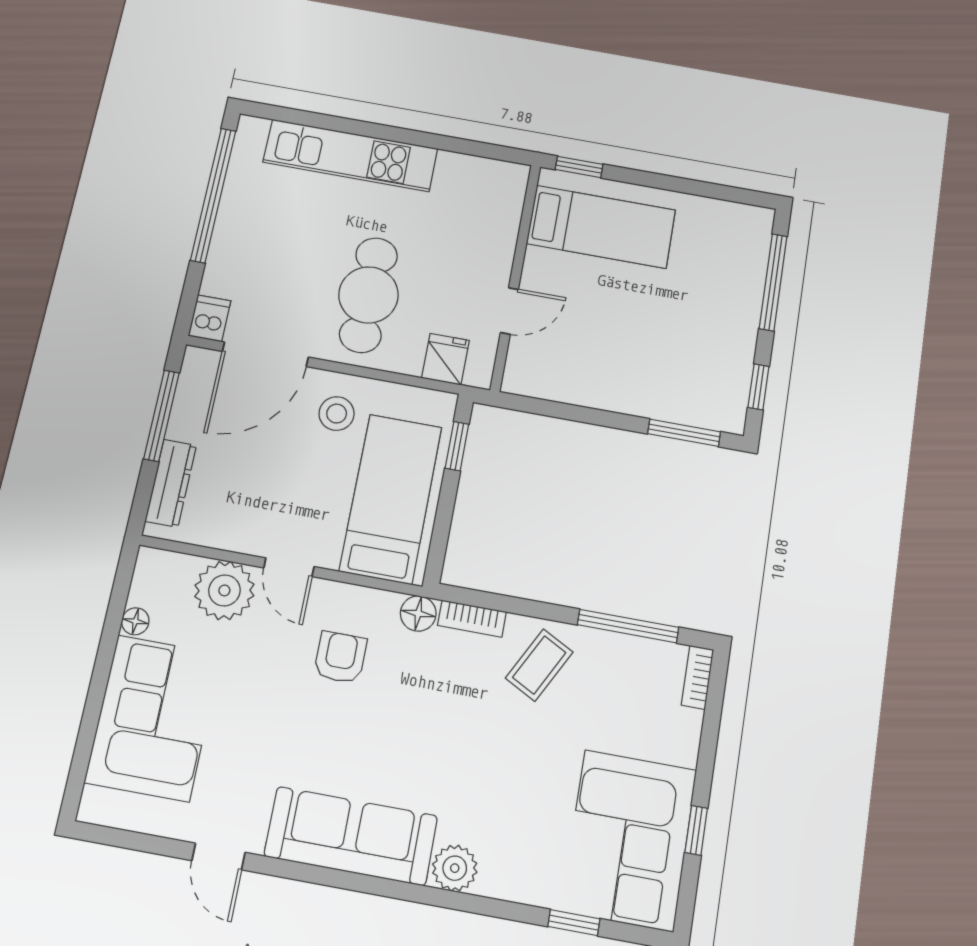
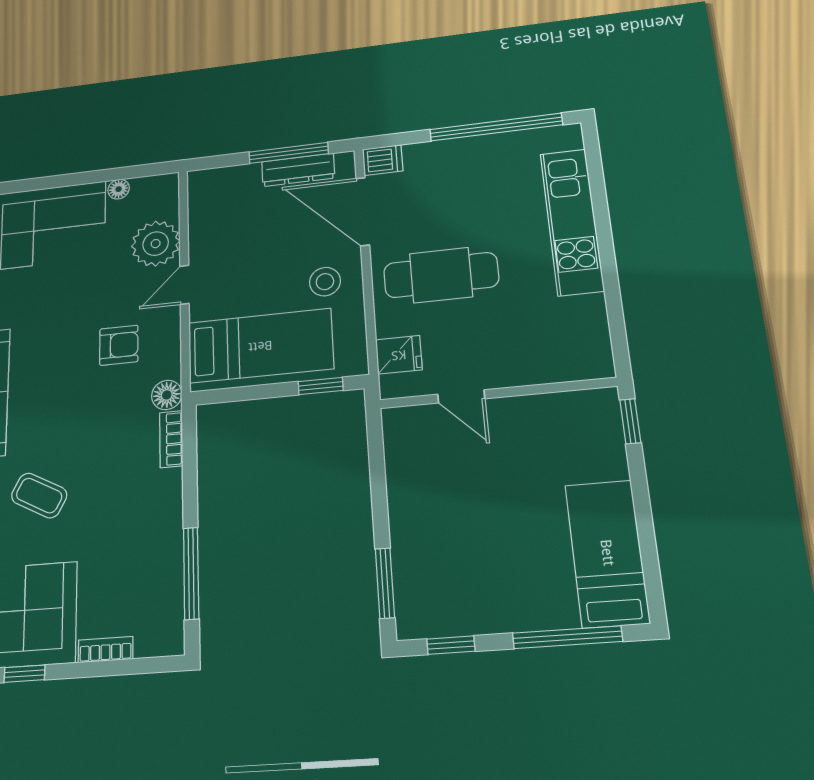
bed: (601, 227) -> (607, 553), moved, turned 180
dresser: (171, 483) -> (298, 170), moved
coffee table: (539, 665) -> (39, 495), moved
bookcase: (697, 677) -> (106, 650), moved

